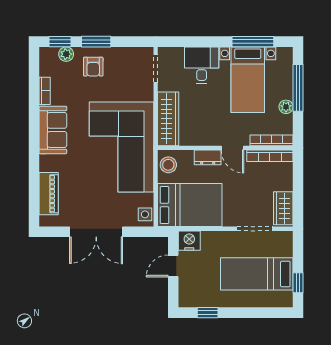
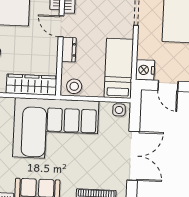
door: (232, 148) -> (61, 26), swing flipped
bed: (190, 205) -> (119, 68), width x0.67

